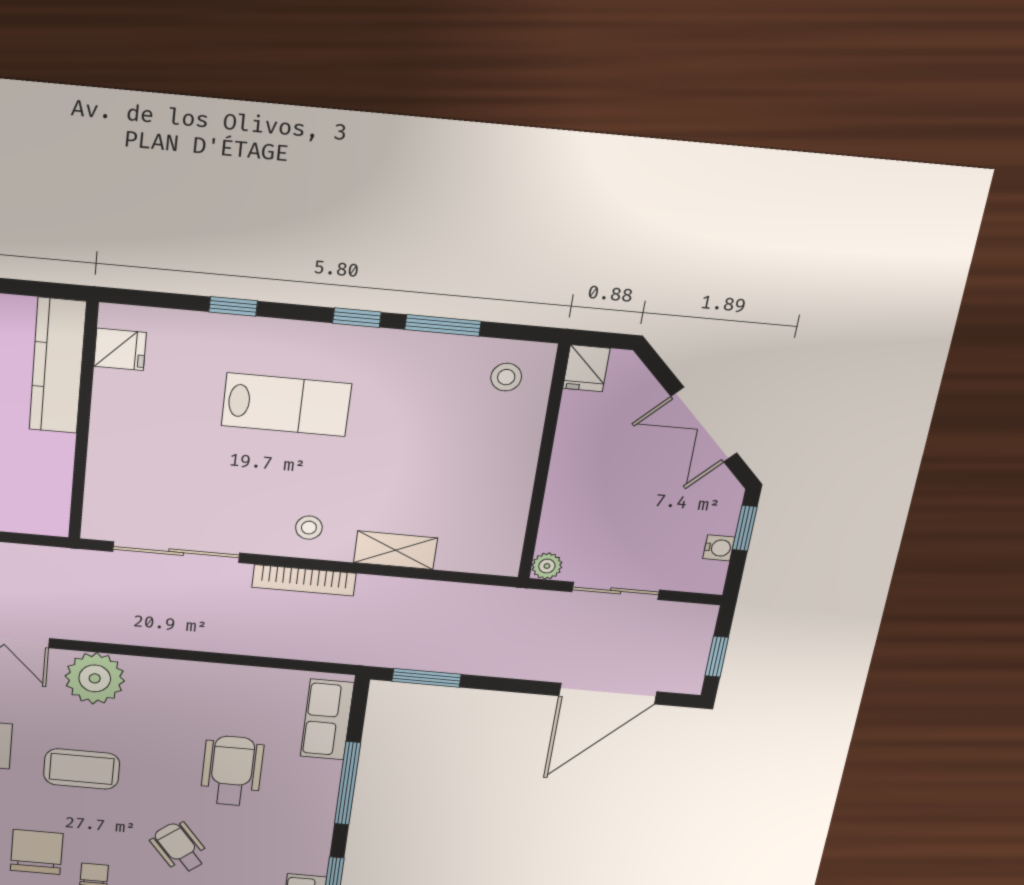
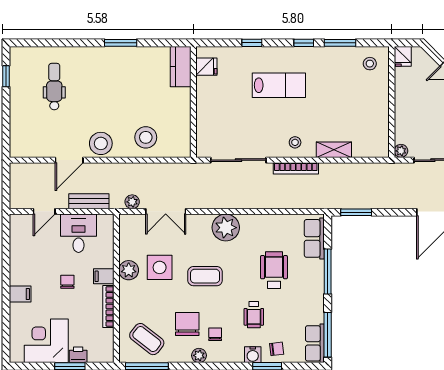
kitchen counter: (58, 366) -> (181, 67), width x0.67
plant: (95, 678) -> (226, 228), moved
wheelchair: (180, 848) -> (254, 315), turned -141

